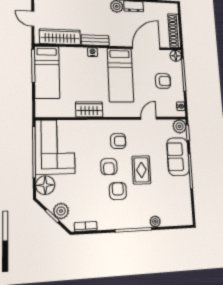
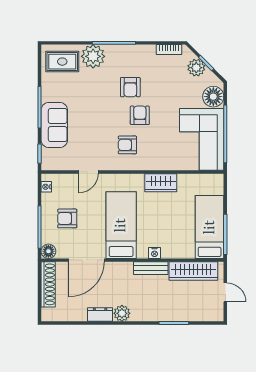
plant: (179, 126) -> (50, 162), removed
rug: (141, 170) -> (62, 62), moved, turned 90
plant: (155, 221) -> (93, 56), width x1.87, depth x1.87

